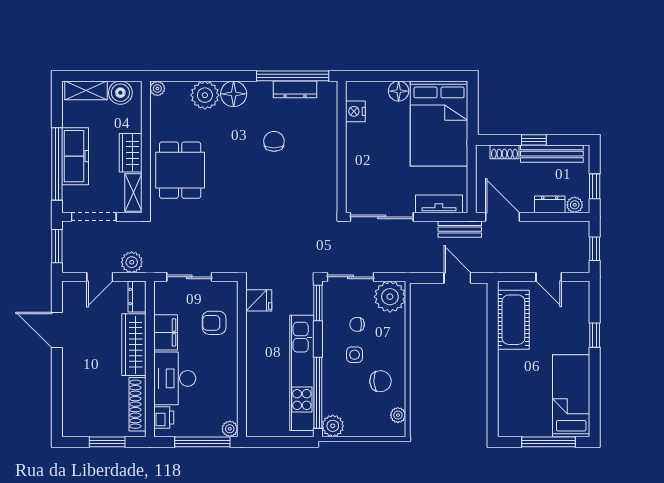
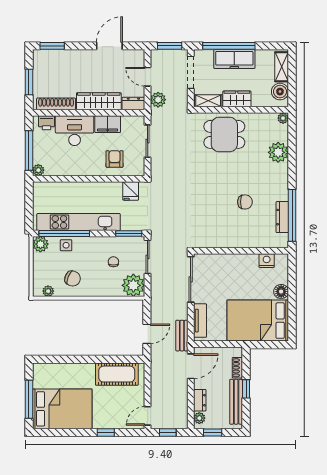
floor lamp: (234, 94) -> (279, 173), removed
door: (549, 277) -> (148, 416), moved
side table: (355, 355) -> (66, 245), moved
chair: (380, 381) -> (73, 279), turned -66
bed: (571, 396) -> (62, 409), width x1.50
window: (57, 410) -> (52, 46), added

